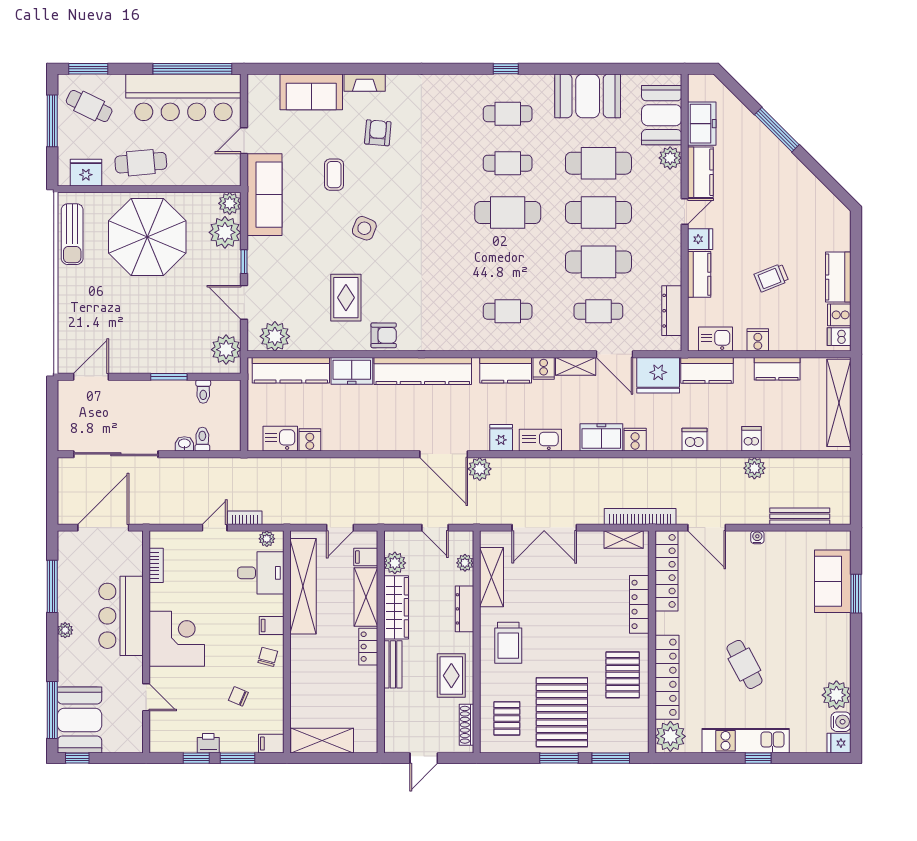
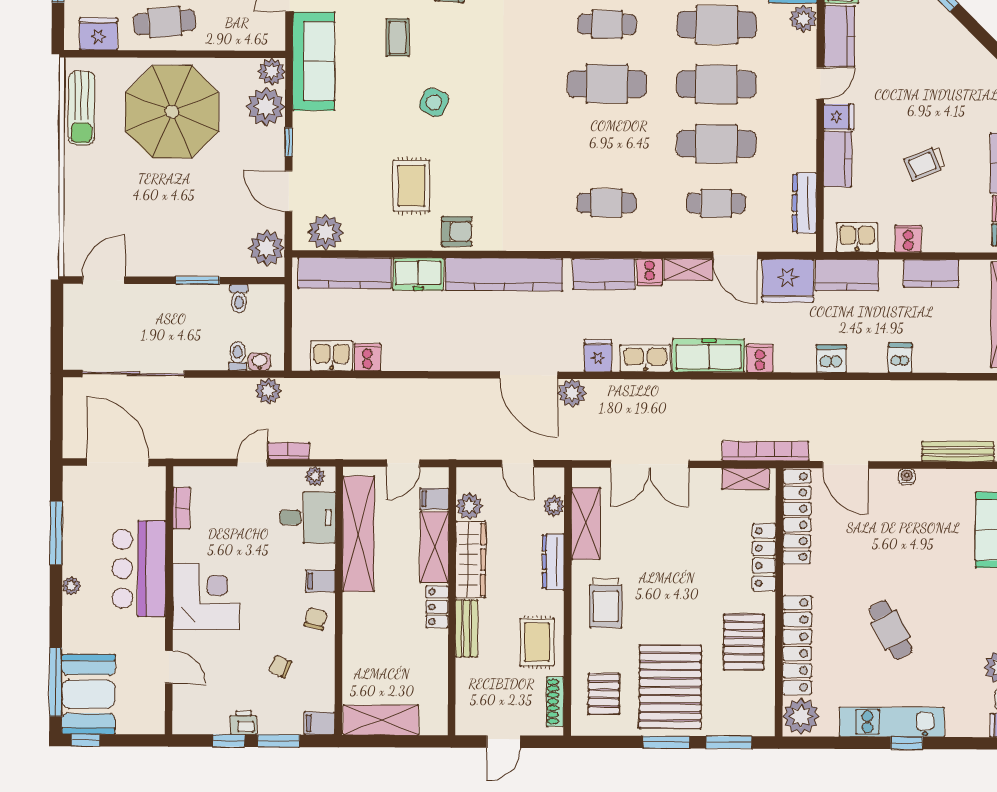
freezer: (601, 437) -> (709, 355), width x1.40
washbasin: (184, 444) -> (259, 362), moved
plant: (754, 468) -> (268, 391), moved
door: (103, 528) -> (118, 462), hinge flipped

